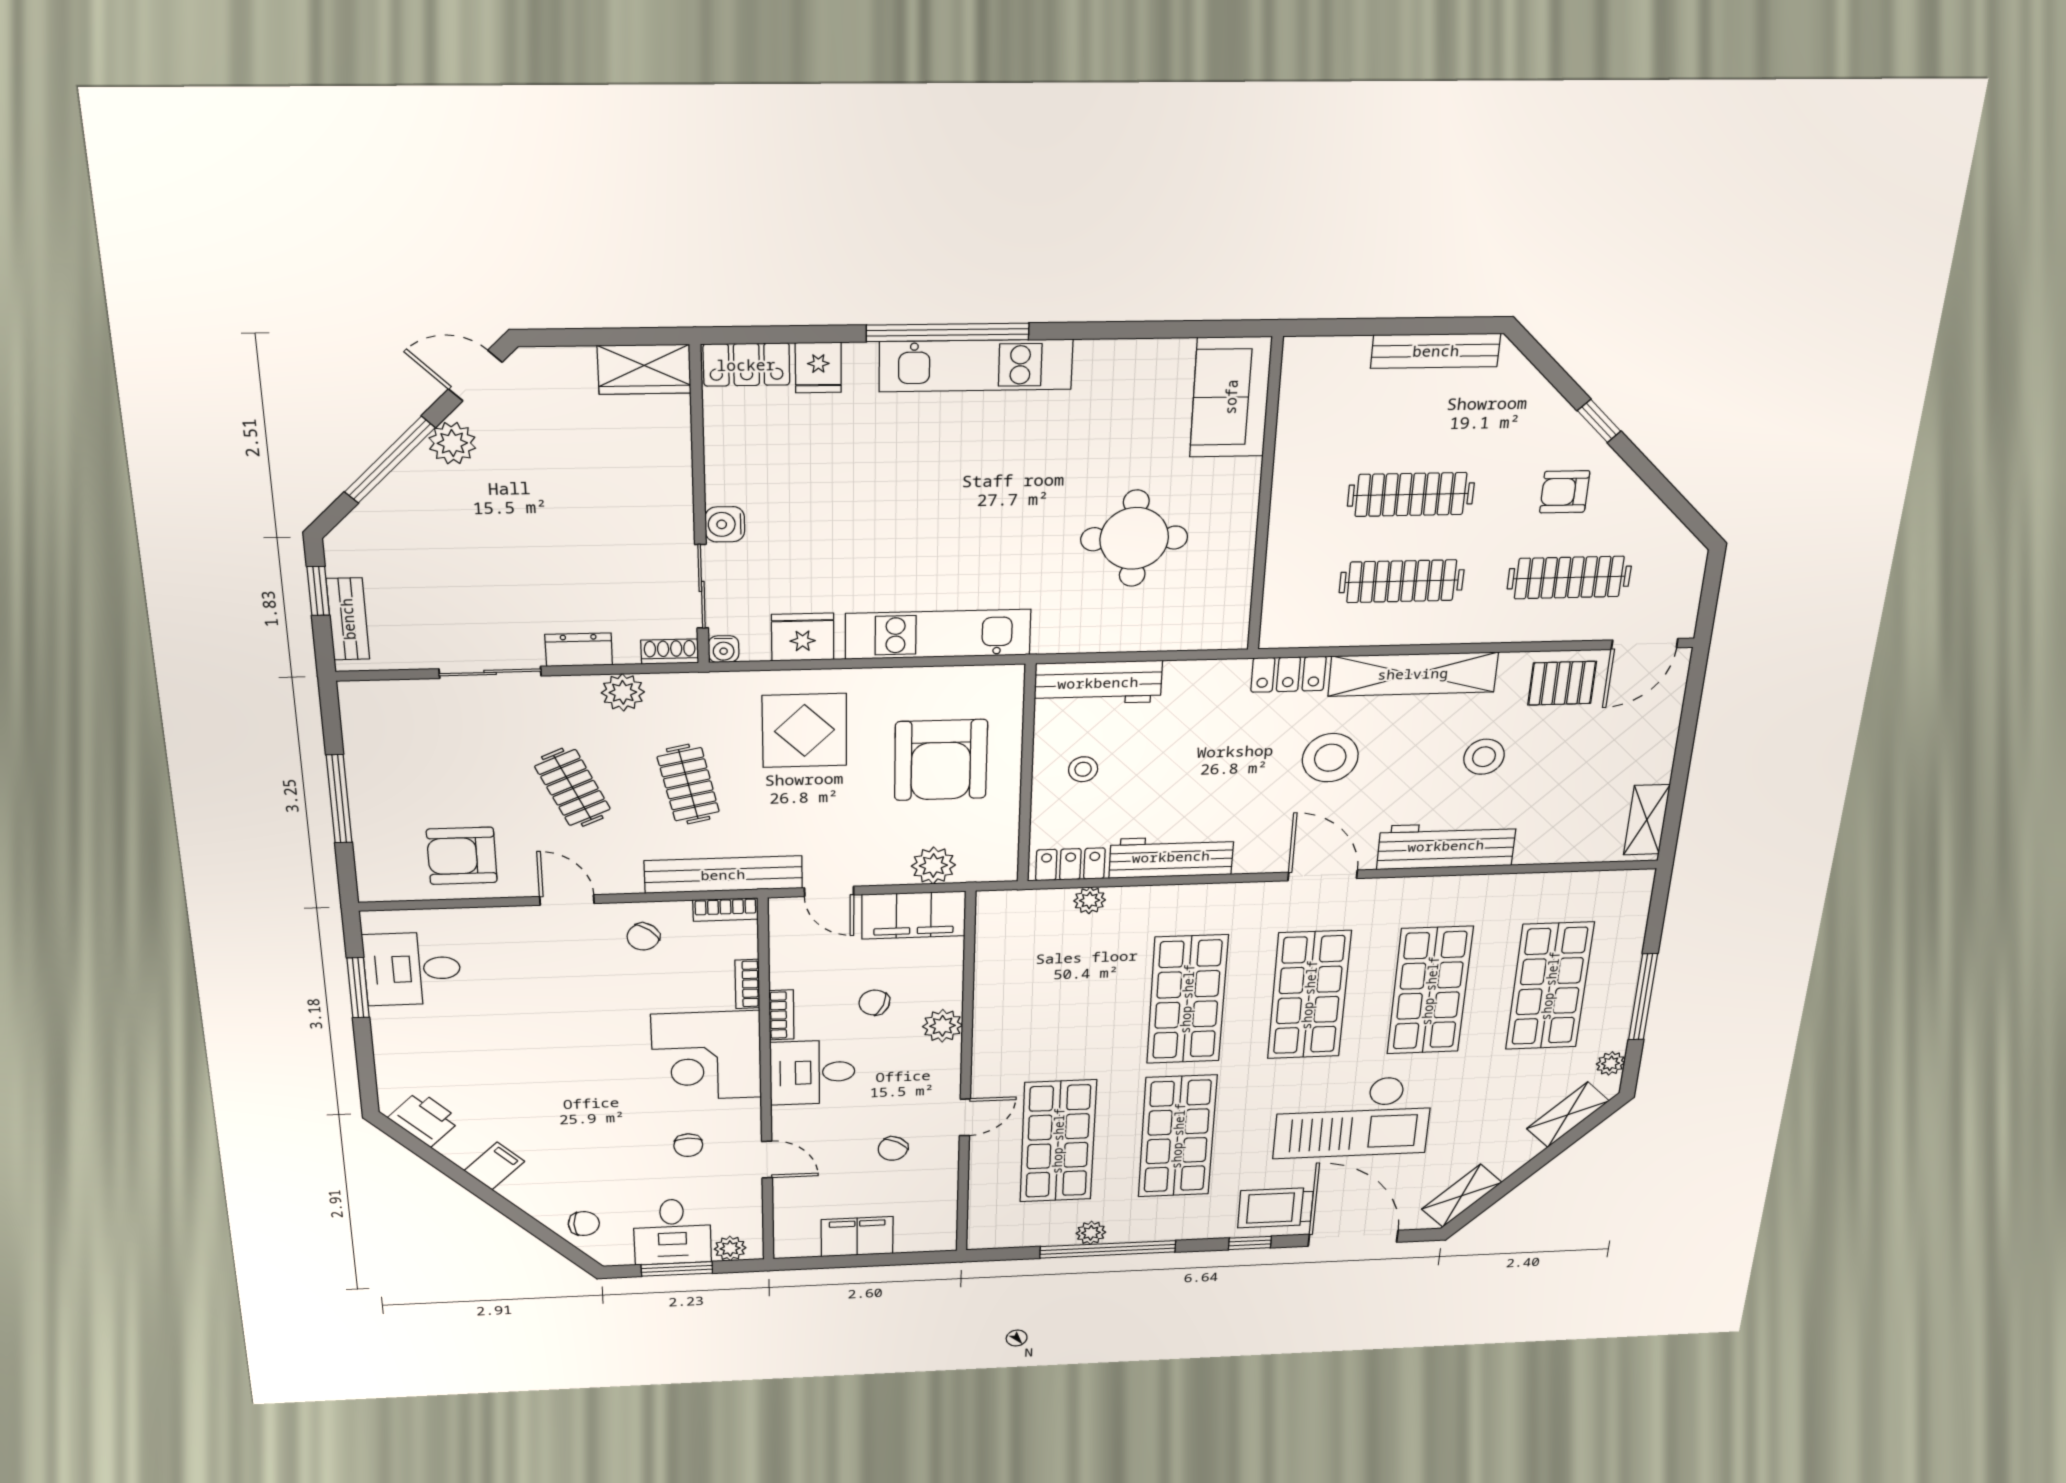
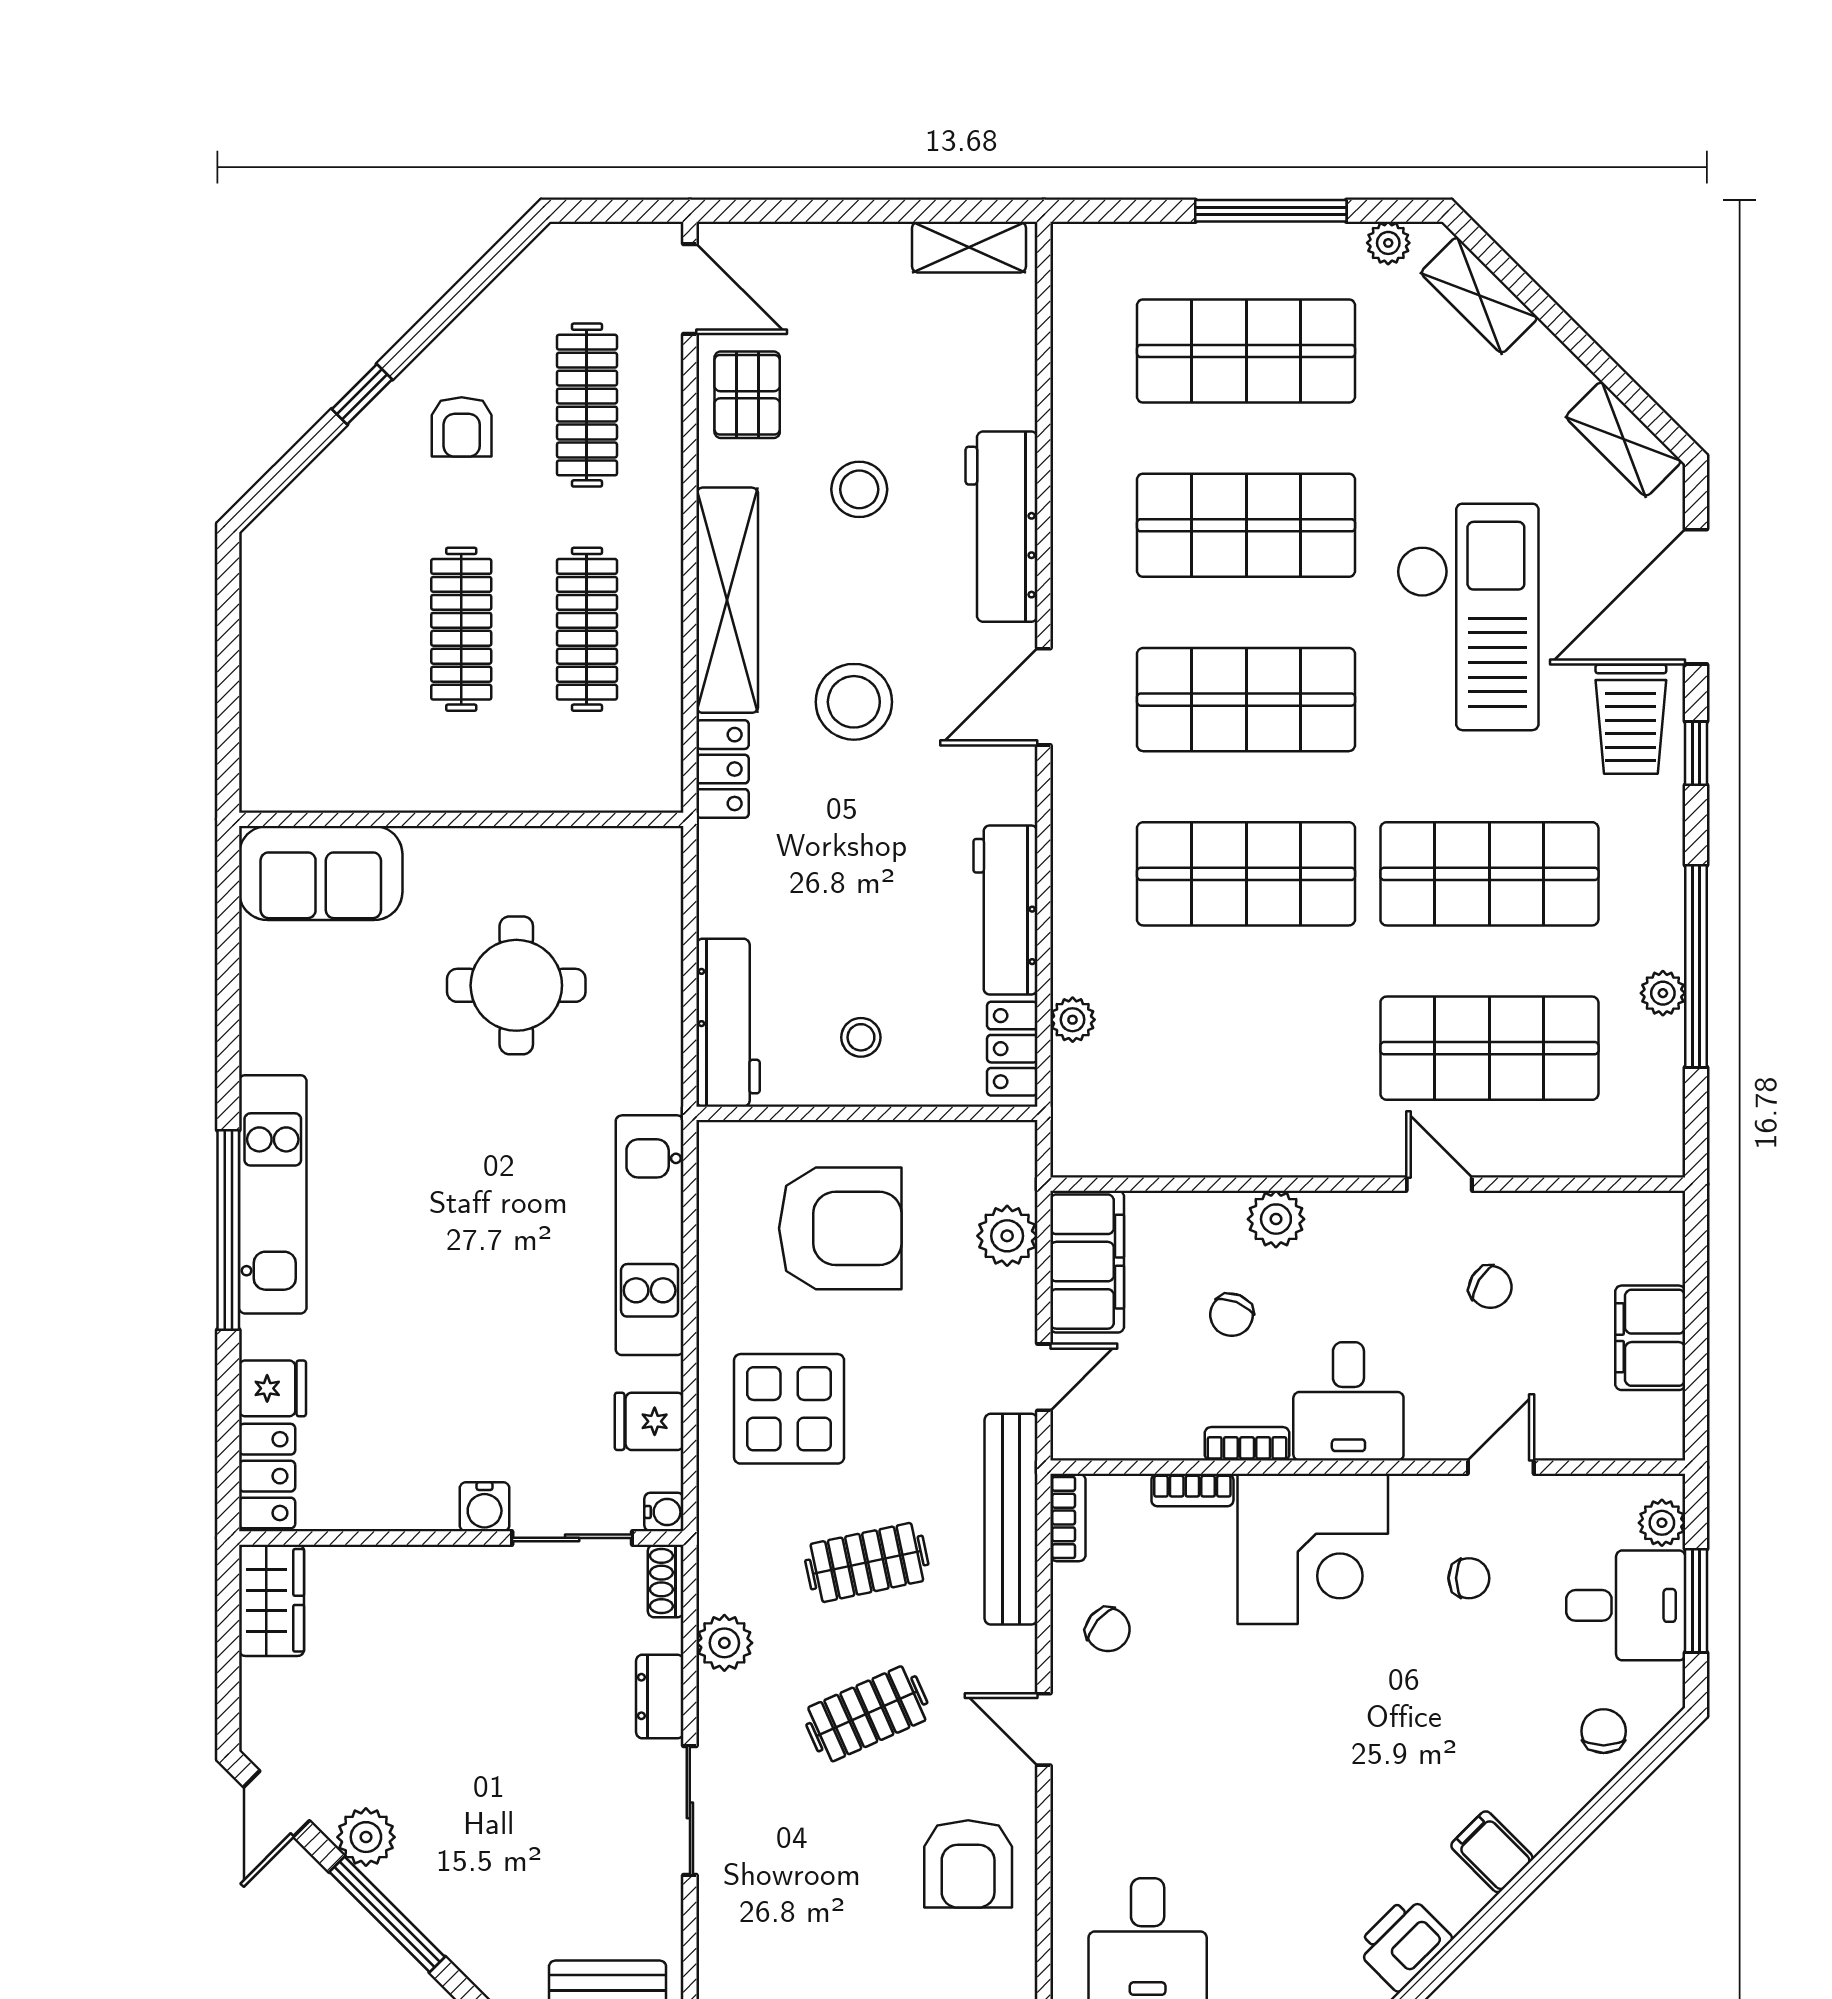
bench: (1436, 351) -> (262, 617), removed
fridge: (803, 637) -> (649, 1421), width x0.72
door: (567, 900) -> (1044, 1729), hinge flipped

